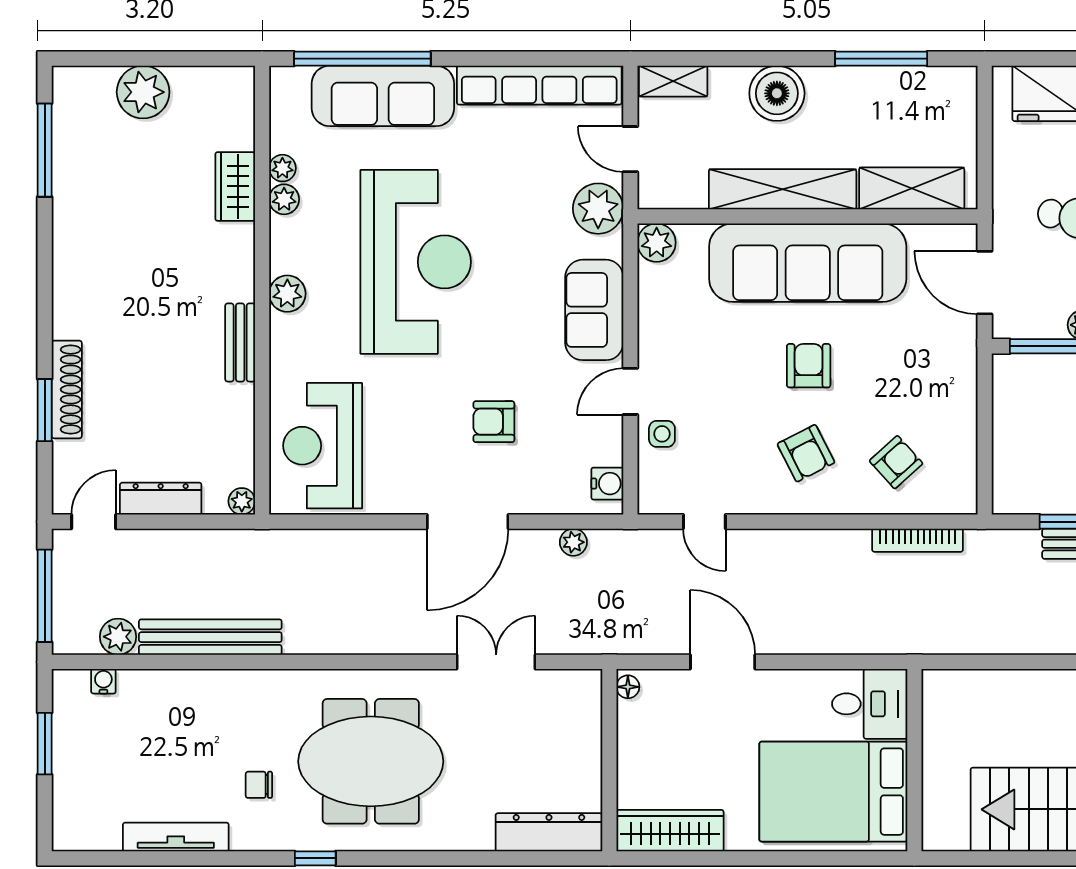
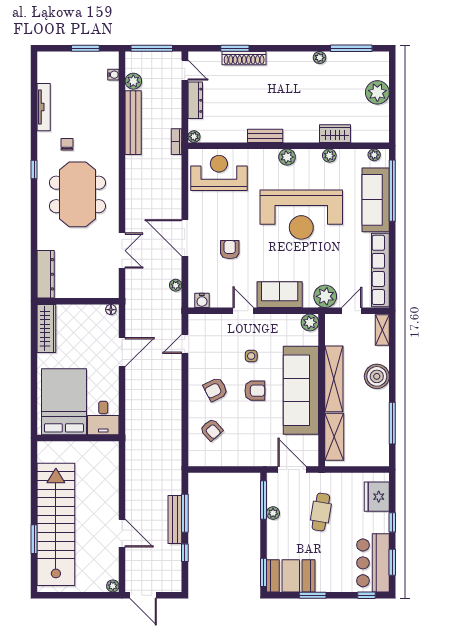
plant: (282, 168) -> (374, 155), moved
plant: (65, 221) -> (320, 58), added
door: (985, 283) -> (292, 469), hinge flipped
side table: (662, 434) -> (251, 356), moved
bookcase: (918, 540) -> (177, 142), moved, width x0.64

